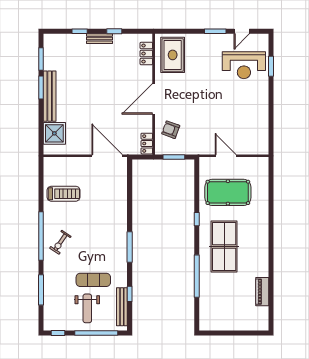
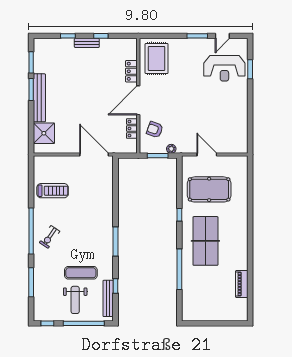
locker: (146, 54) -> (131, 71), moved
locker: (147, 144) -> (132, 128), moved
plant: (188, 150) -> (171, 149), added

